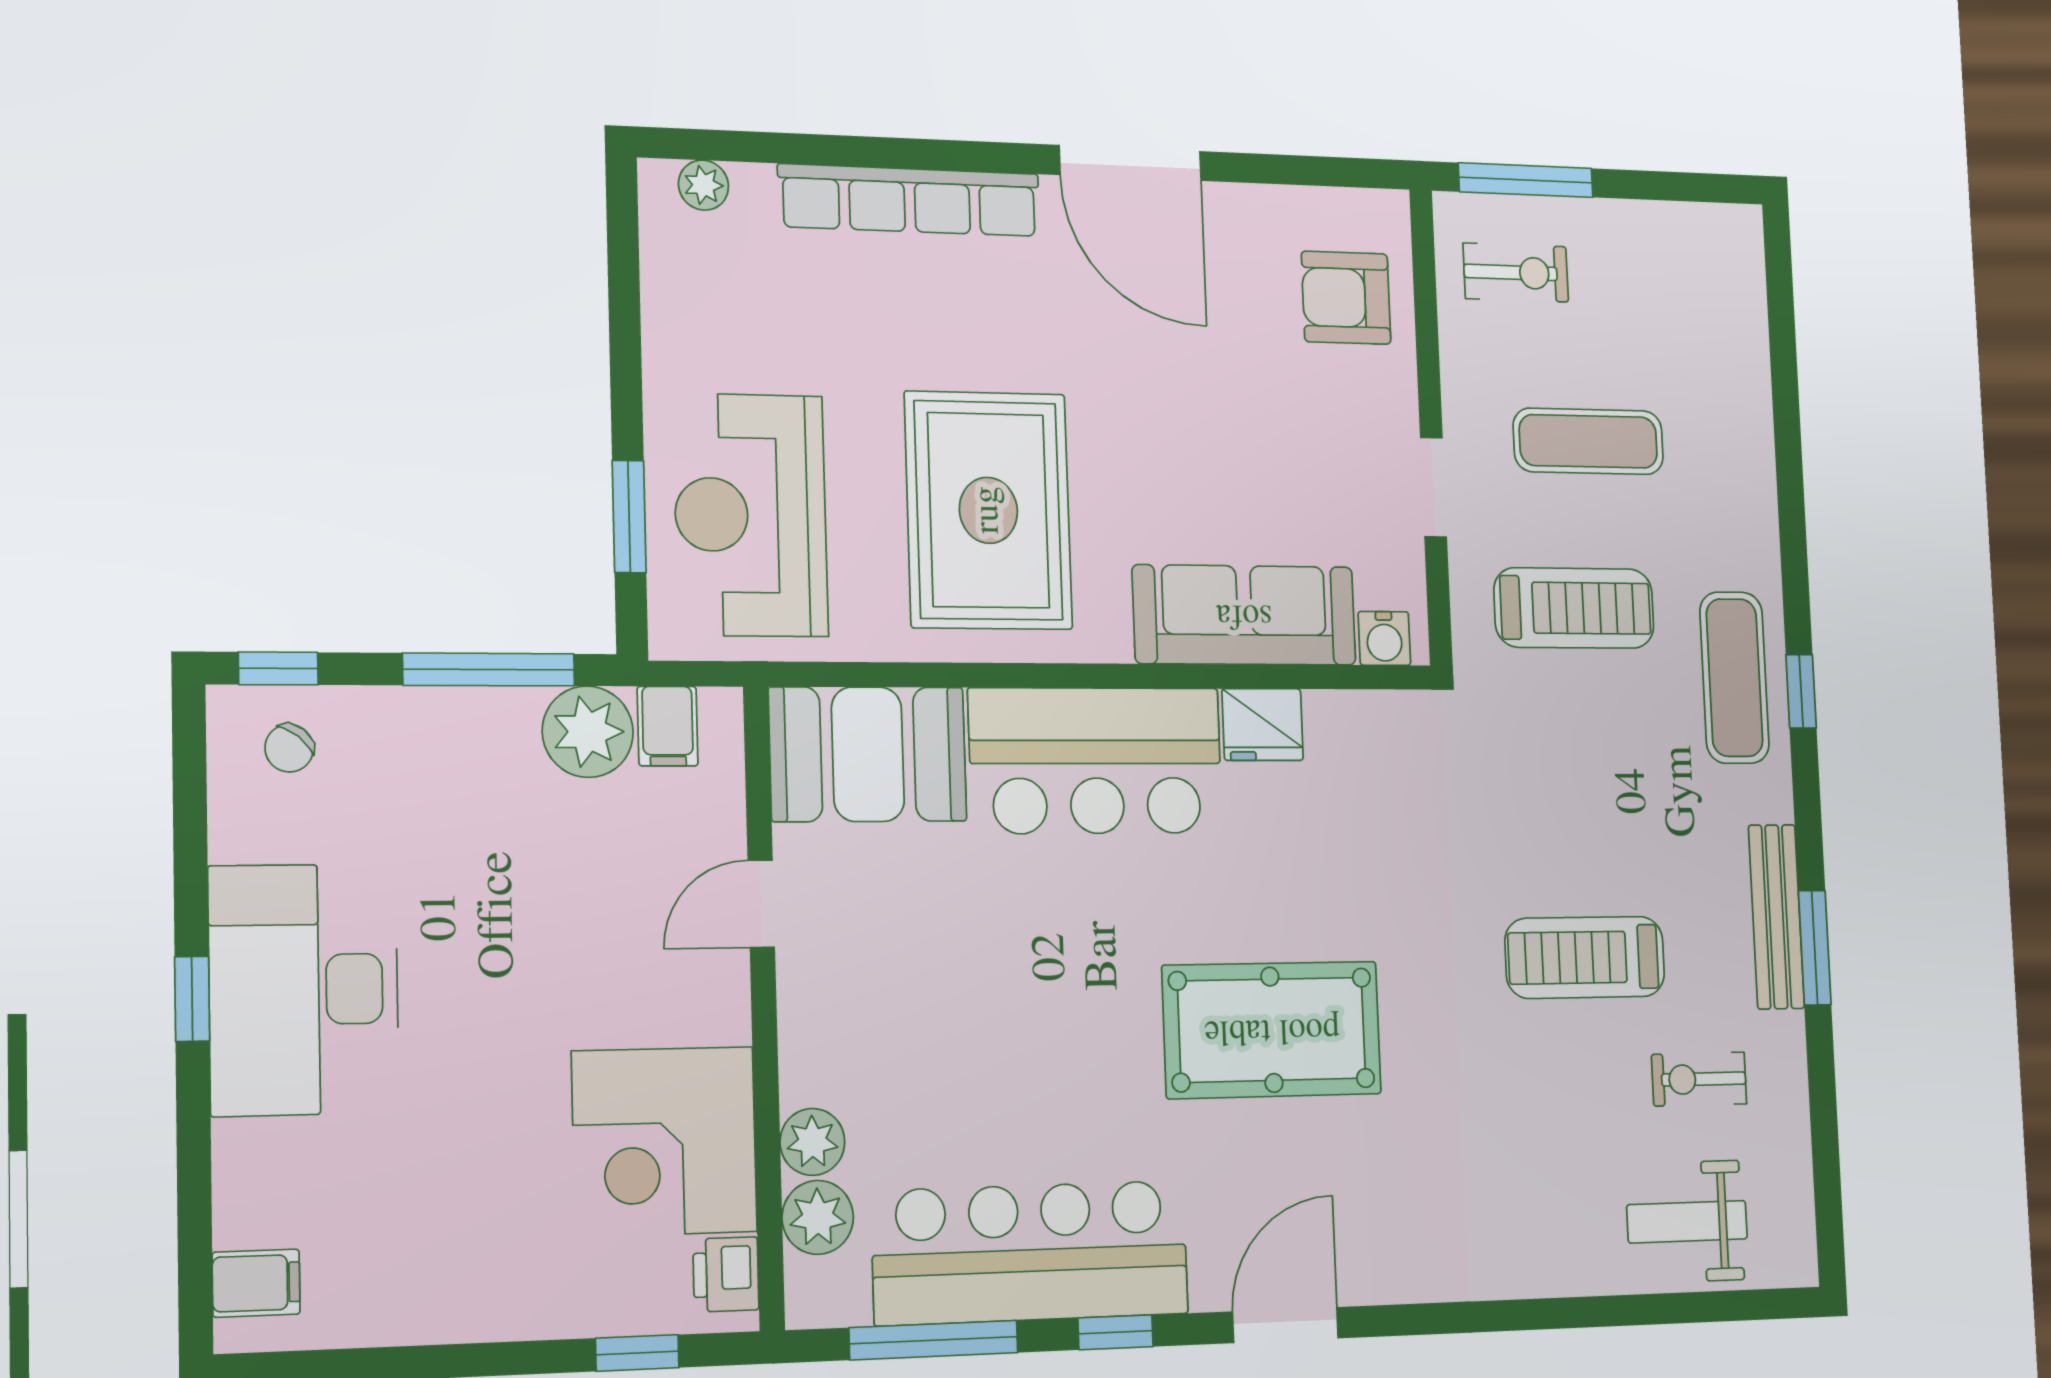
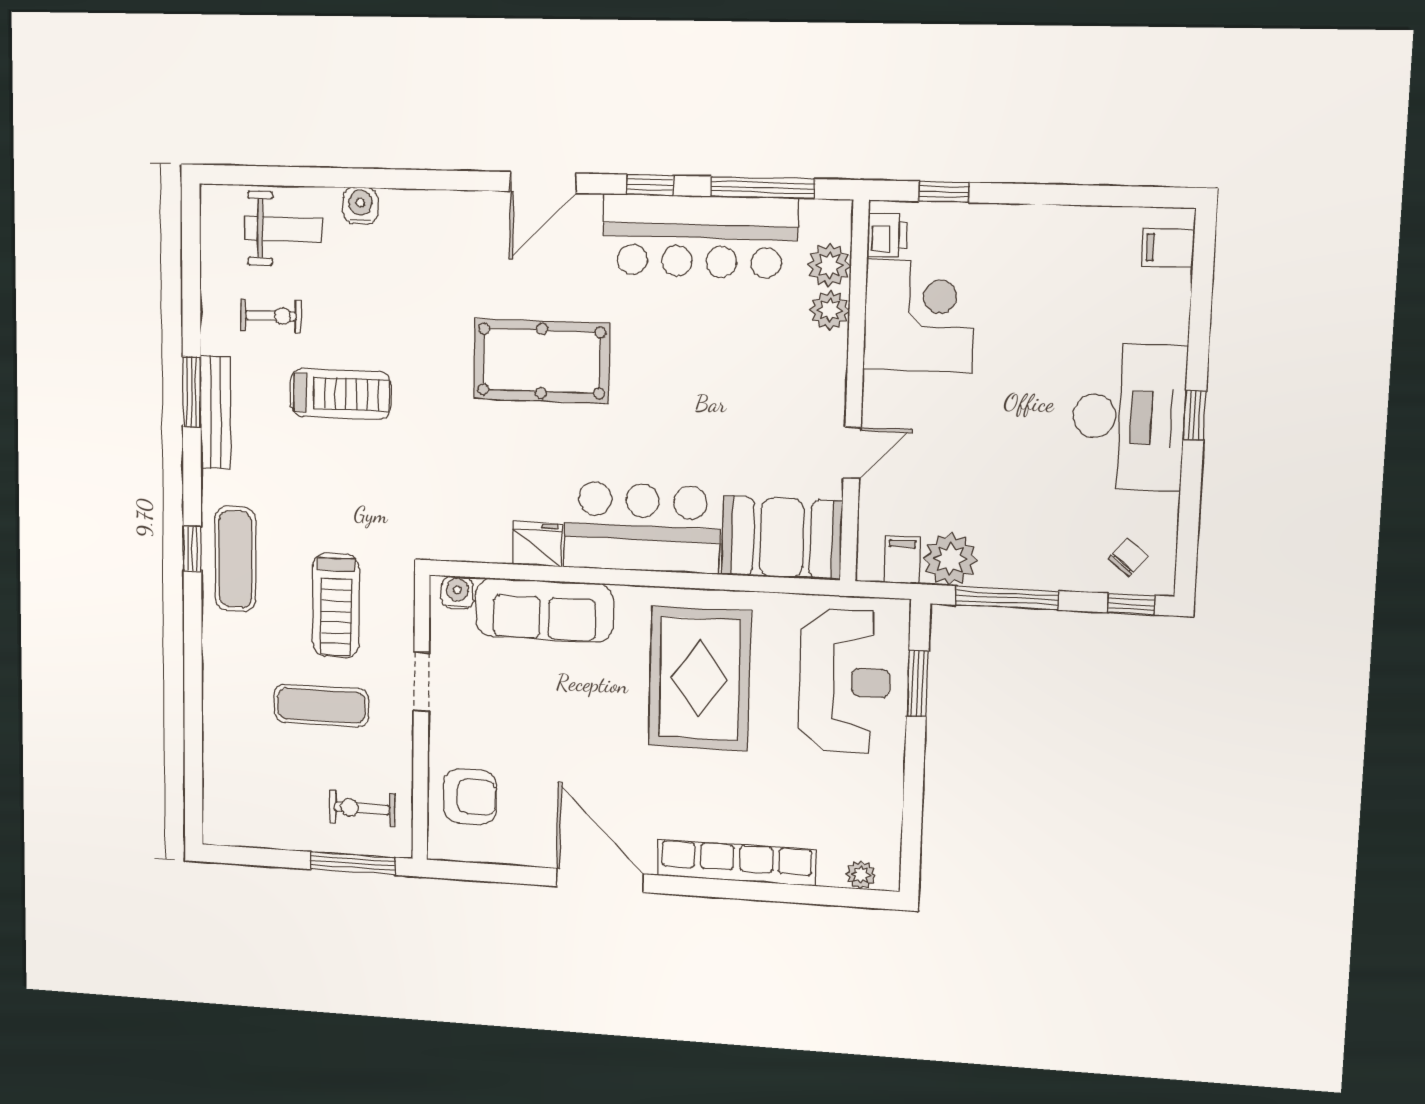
treadmill: (1574, 608) -> (336, 606), turned -90
water cooler: (1570, 1268) -> (360, 206), added

